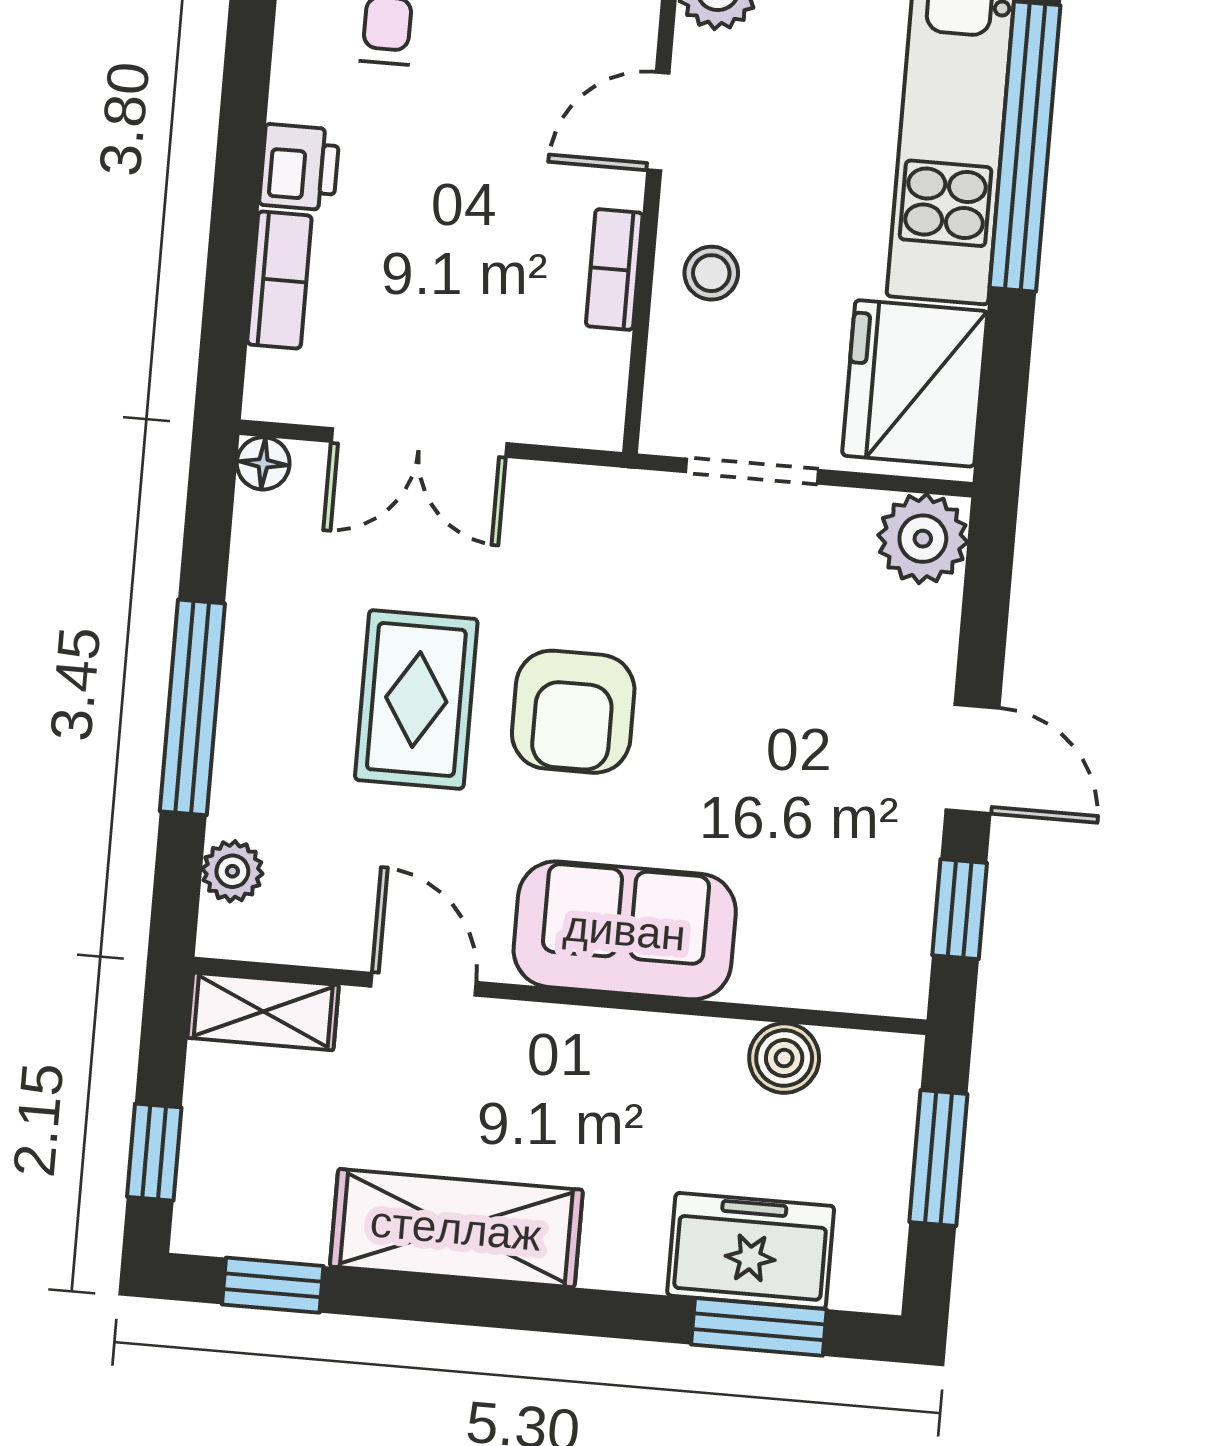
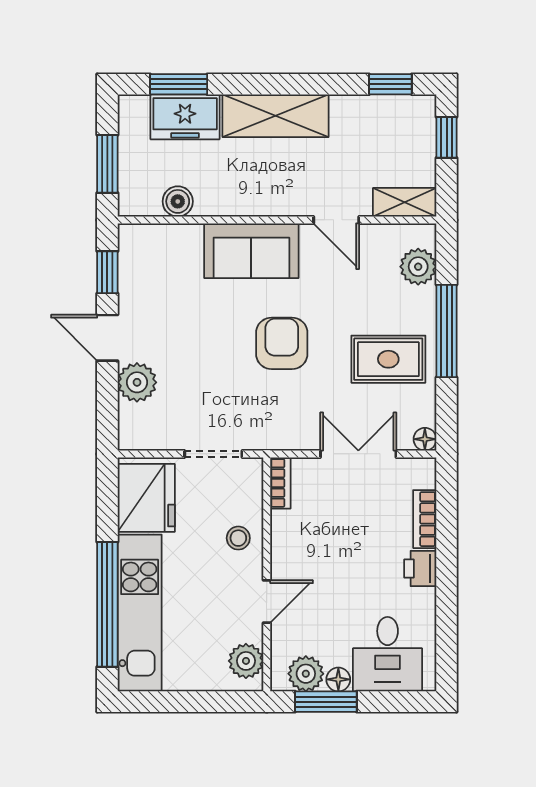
bookcase: (614, 269) -> (280, 483), moved
plant: (923, 539) -> (137, 382), moved
rug: (416, 699) -> (388, 359), moved, turned 90
plant: (232, 871) -> (418, 267), width x1.38, depth x1.38
shelving: (456, 1228) -> (276, 116), moved

